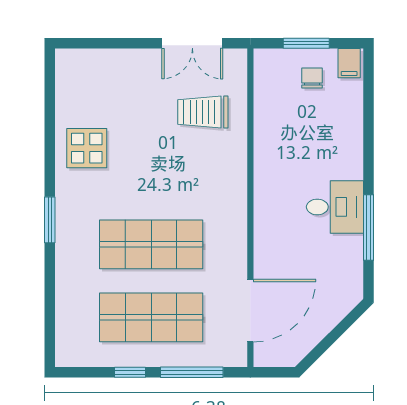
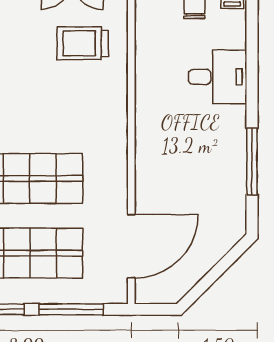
desk: (335, 207) -> (218, 77), moved

